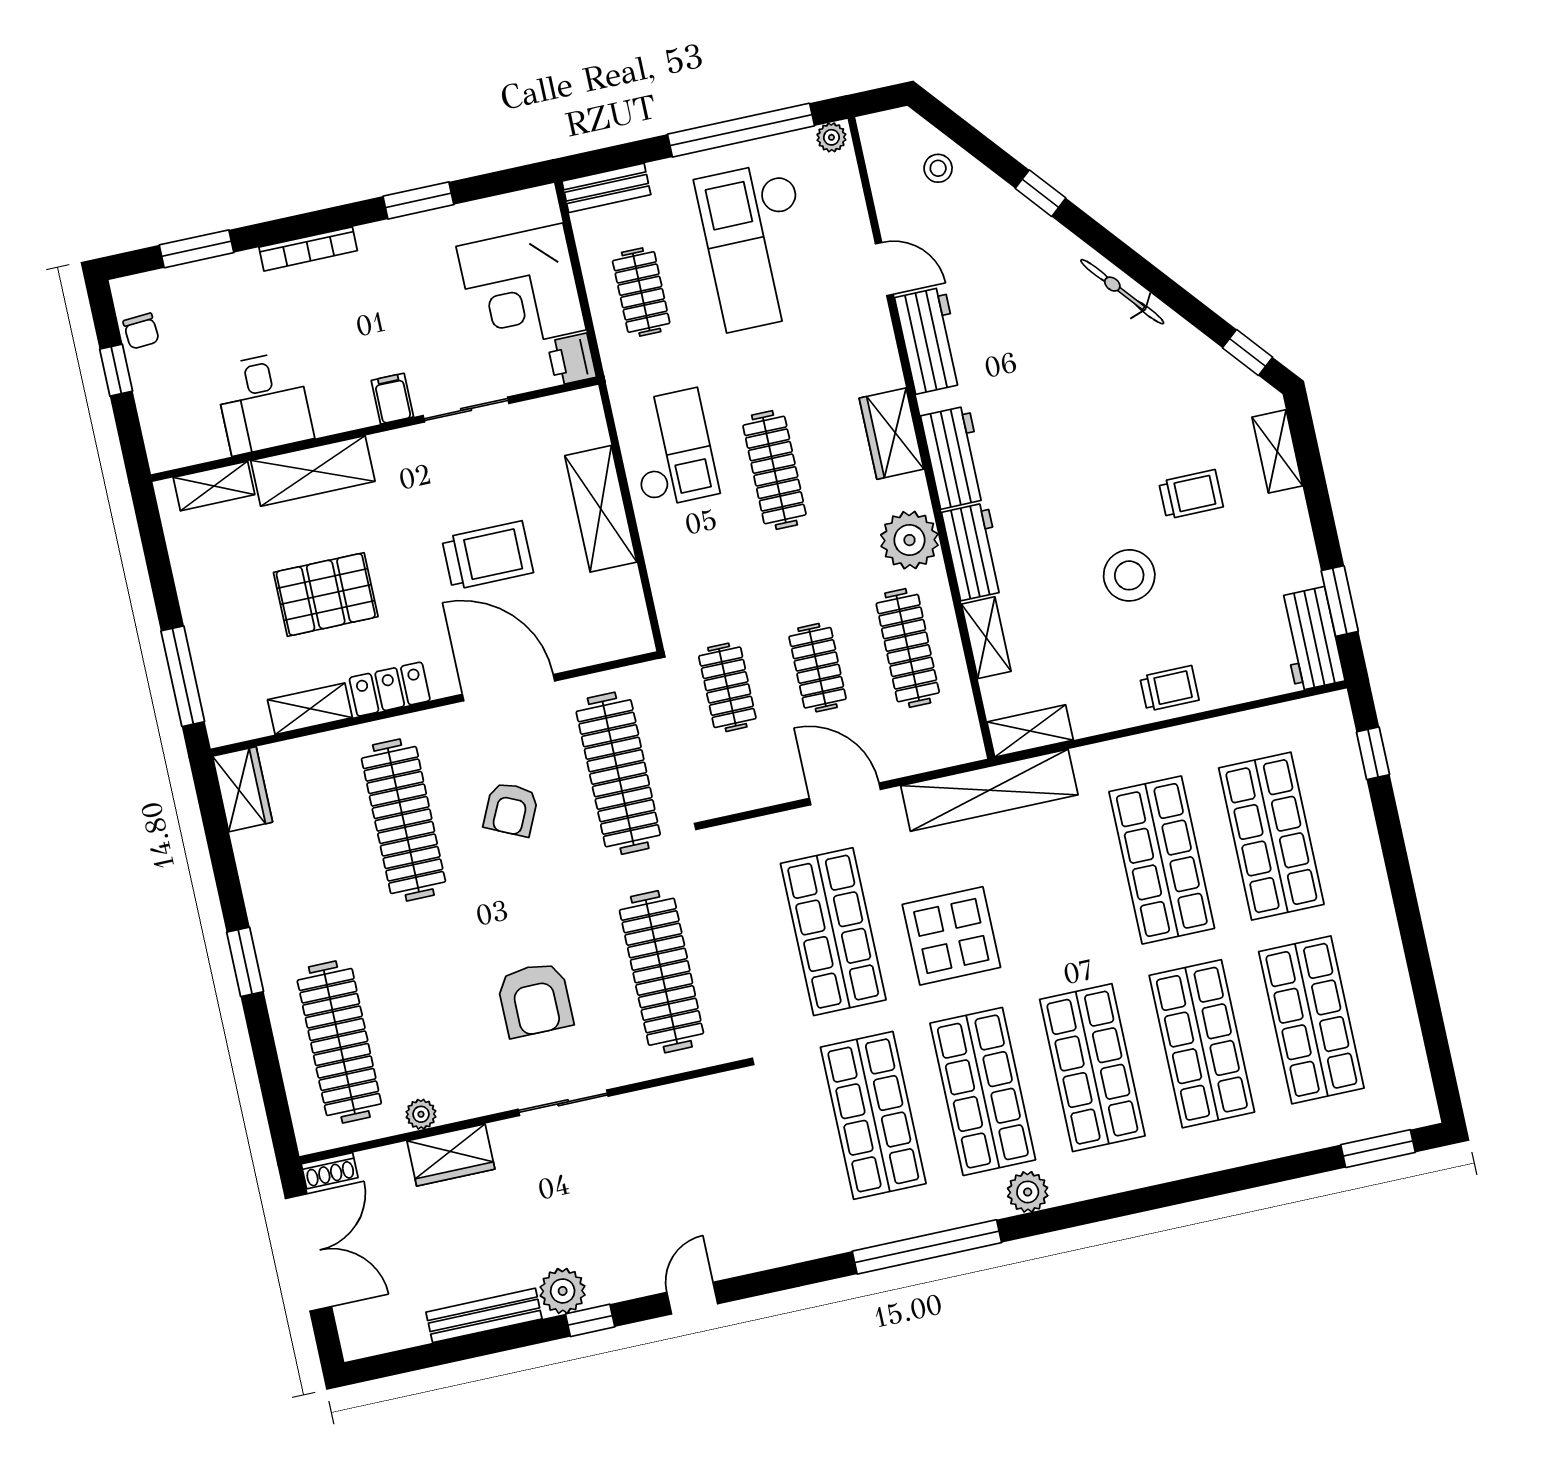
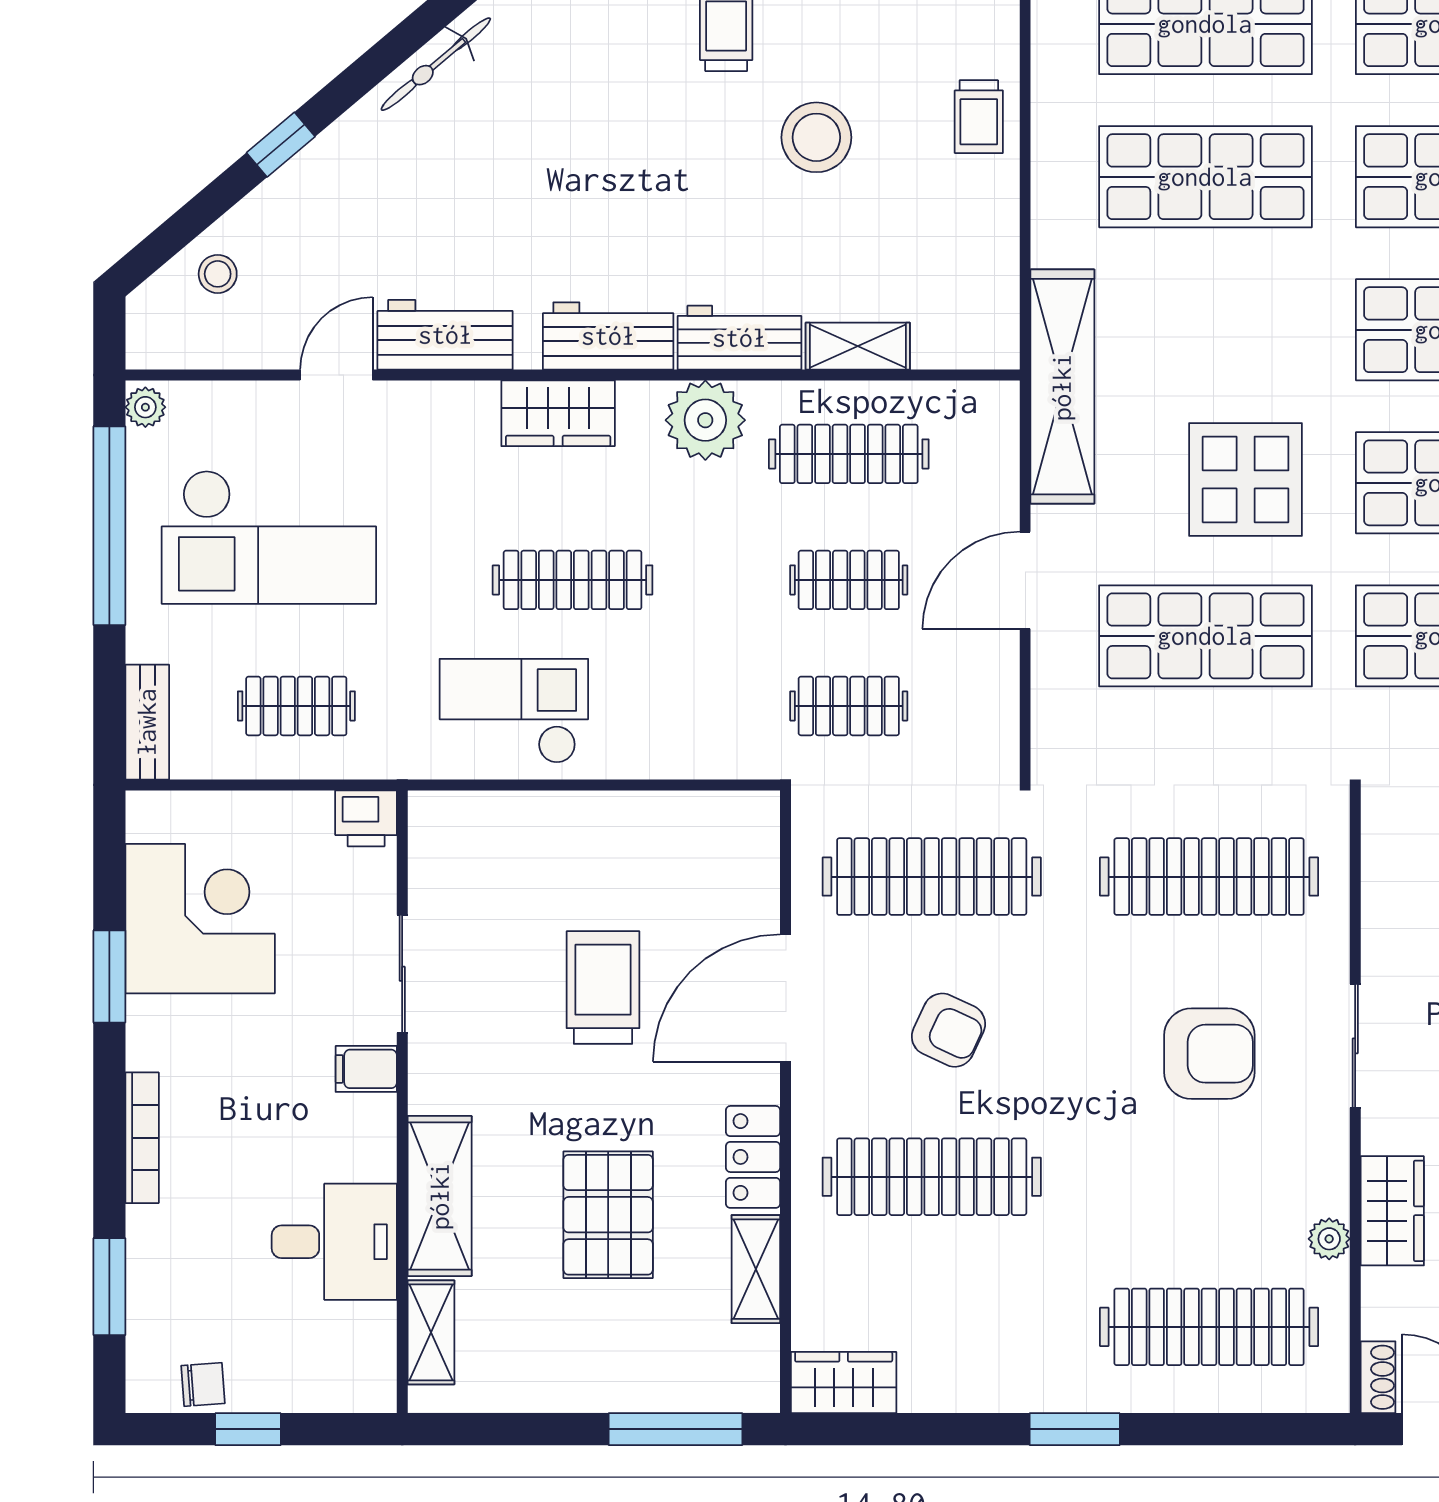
corner desk: (521, 288) -> (200, 919), moved, turned -90
shelving: (601, 509) -> (574, 823), removed
trolley: (1169, 688) -> (979, 117), turned 180
shelving: (1030, 731) -> (995, 315), removed

